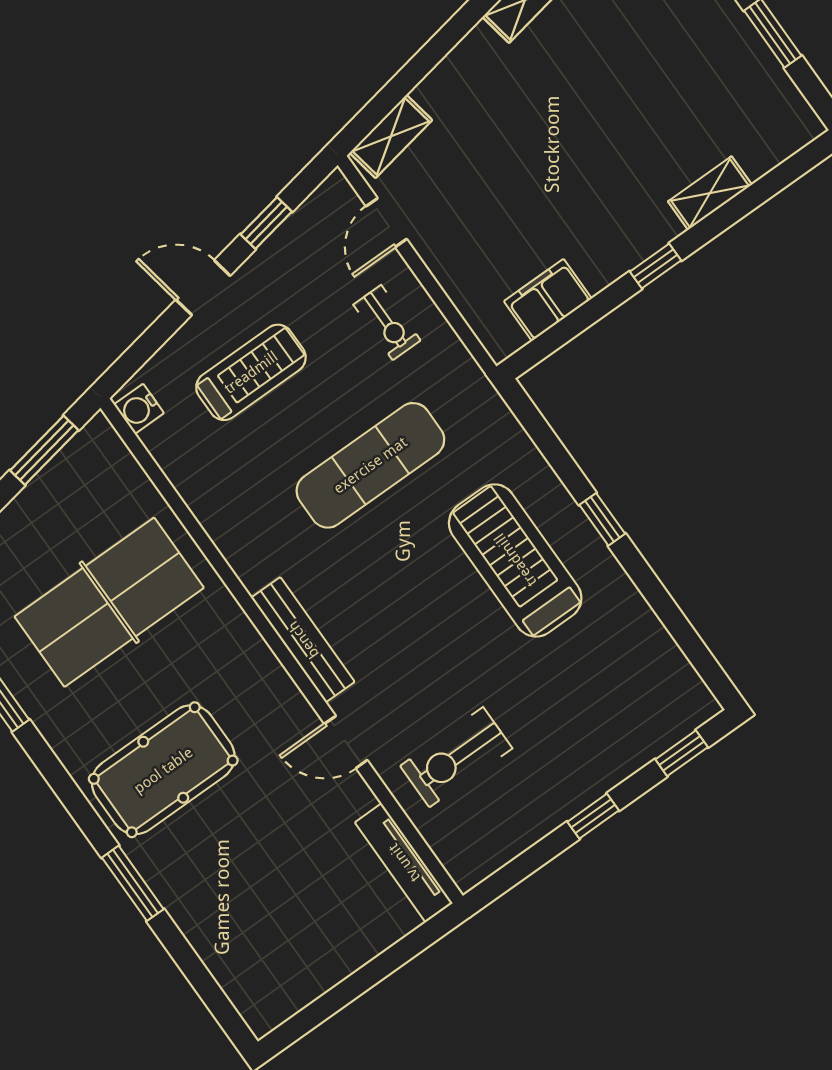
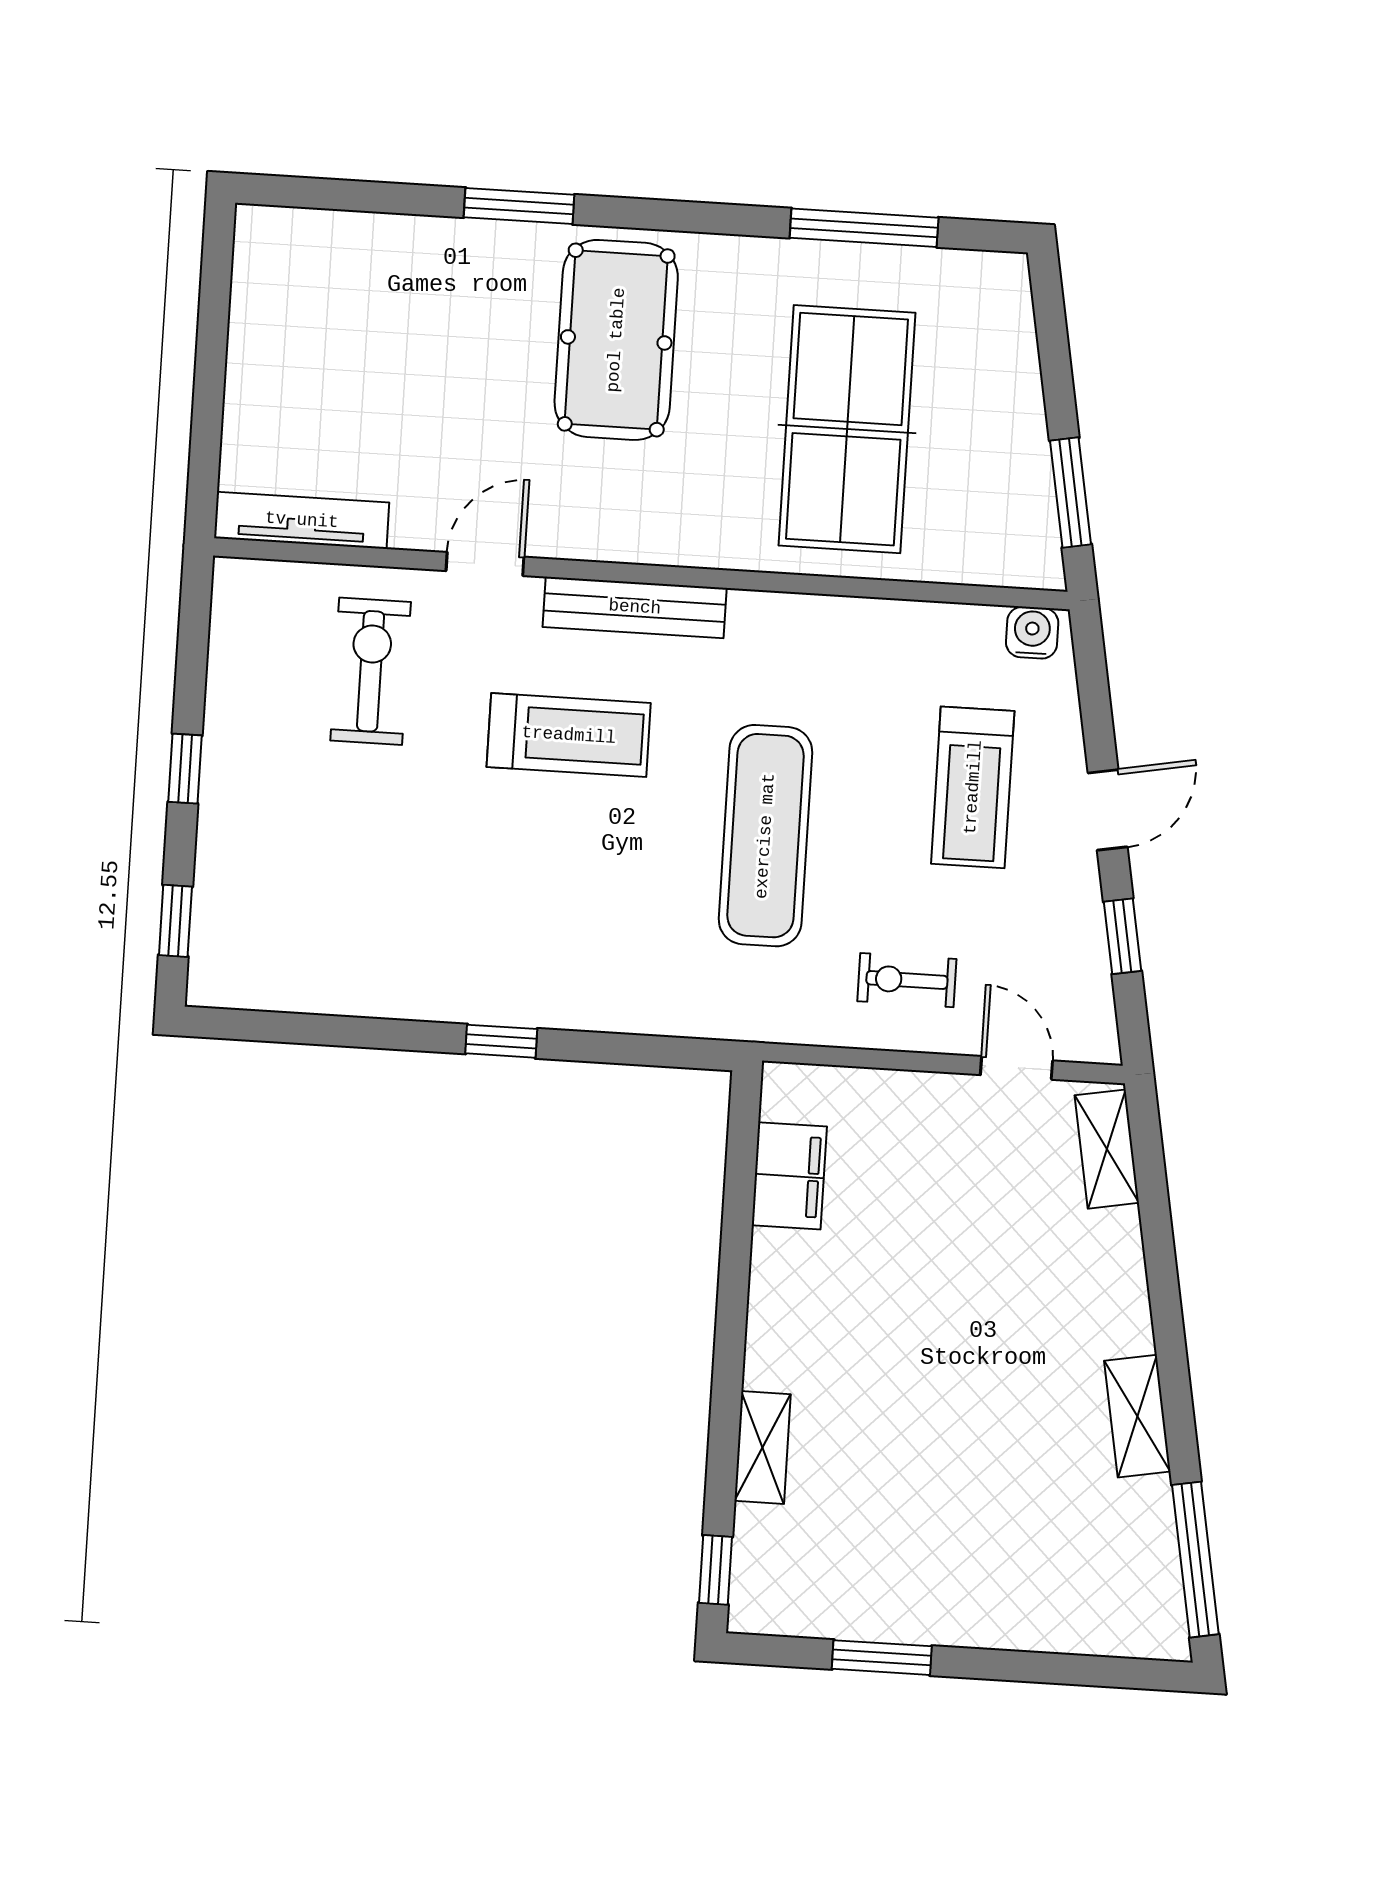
window: (656, 266) -> (715, 1570), moved
treadmill: (515, 560) -> (569, 735), moved, width x0.73, depth x0.73

